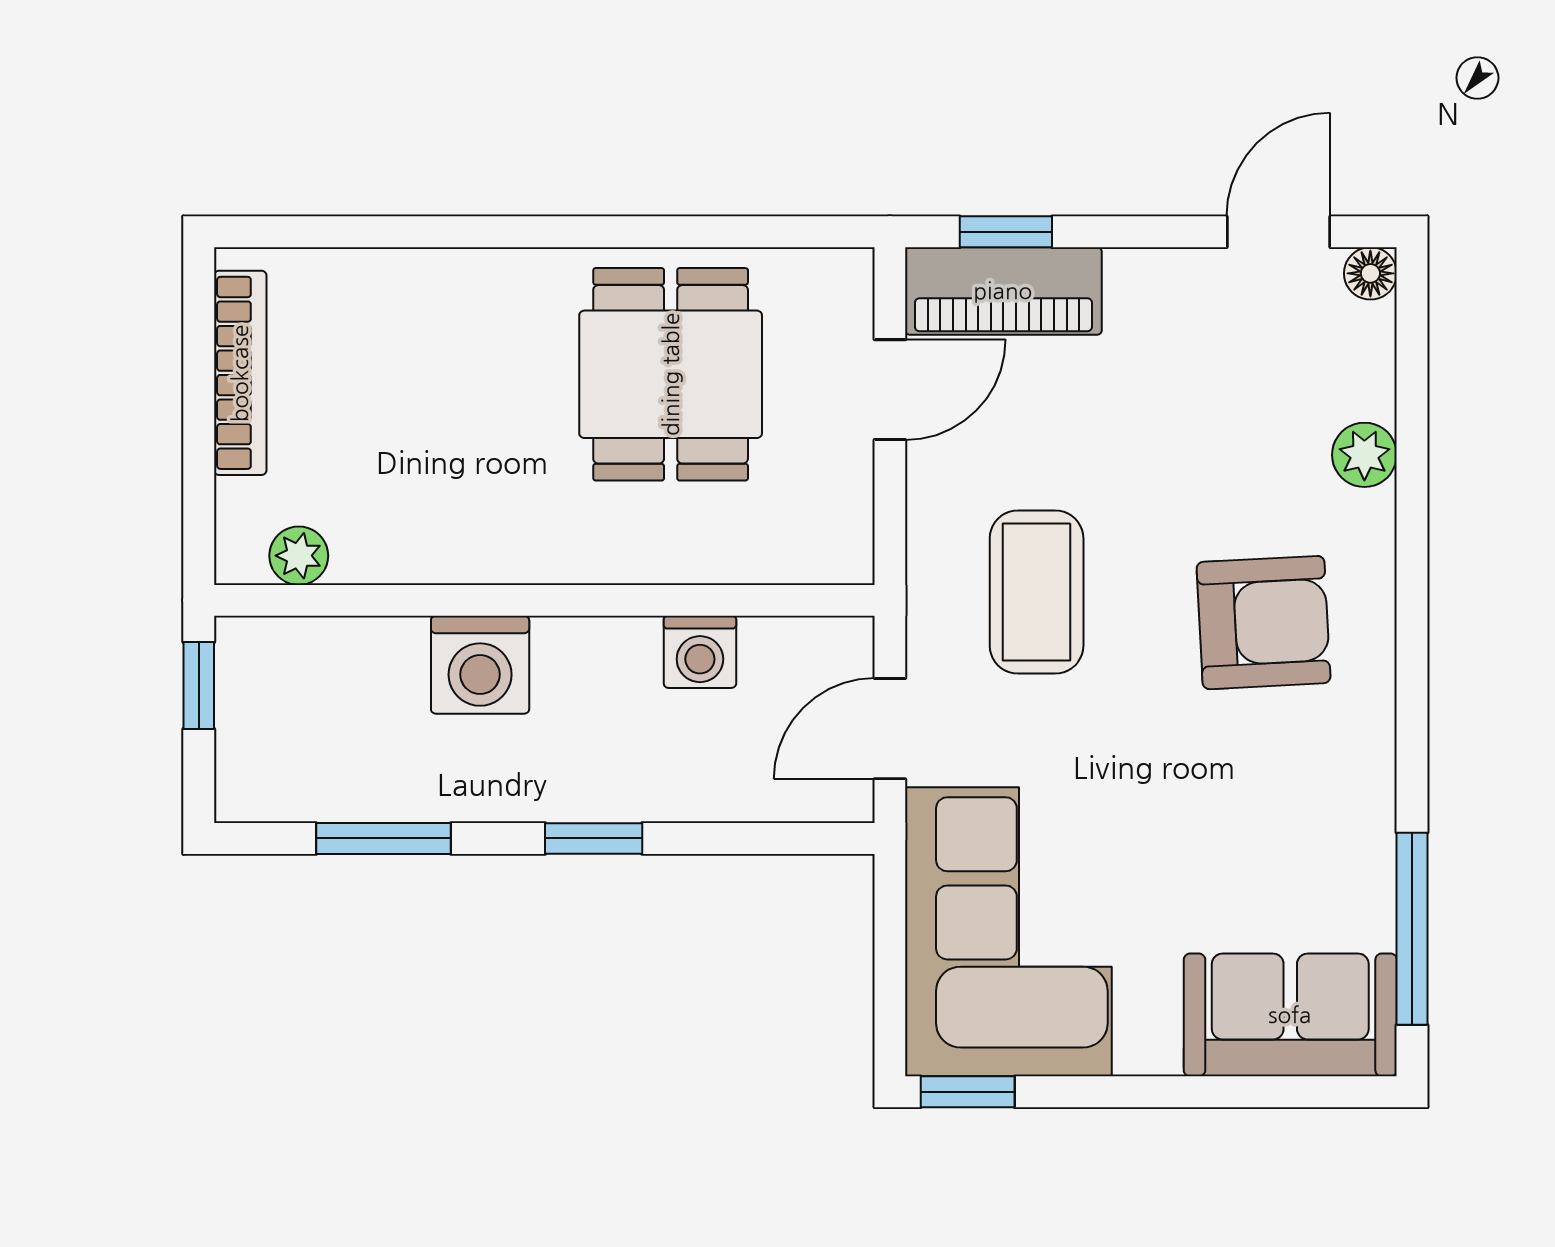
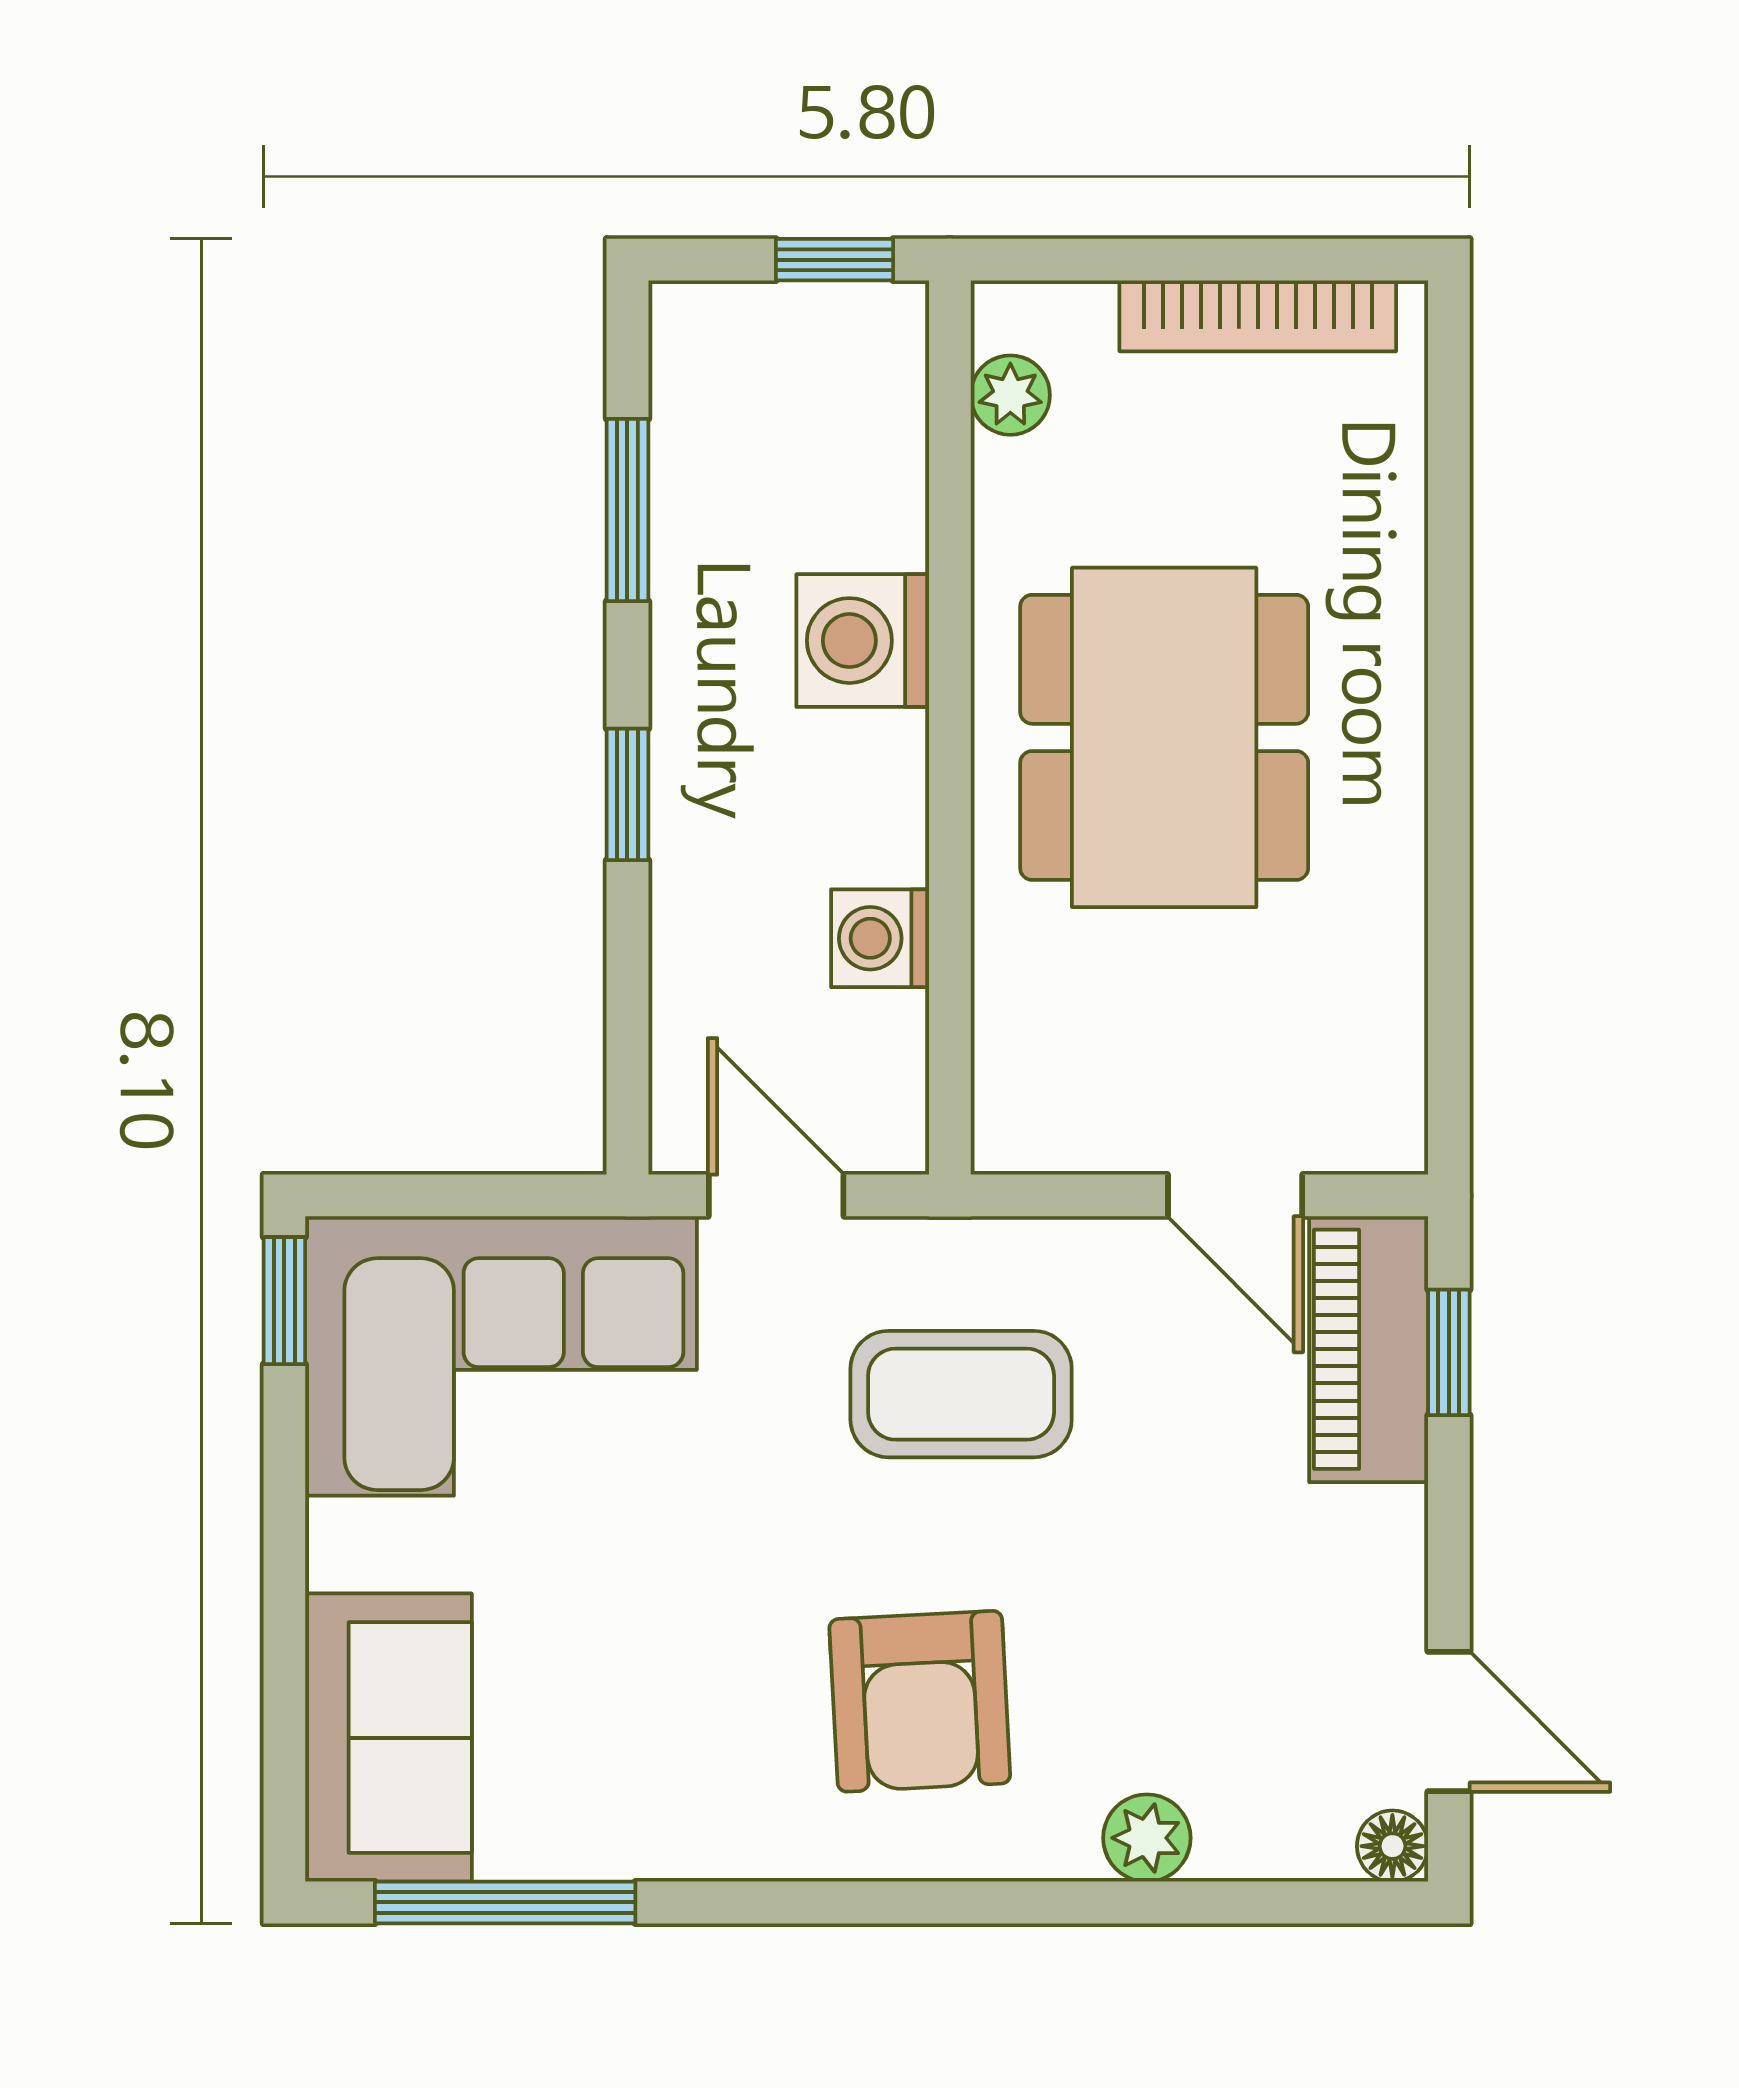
dining table: (671, 374) -> (1164, 737), moved, width x1.38

